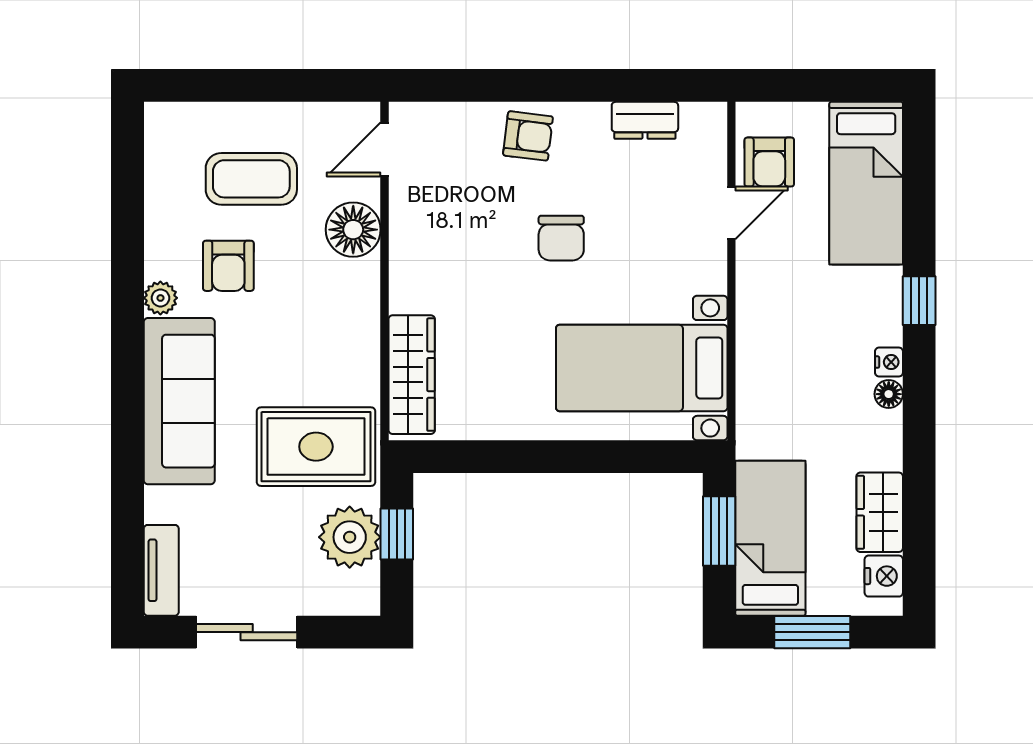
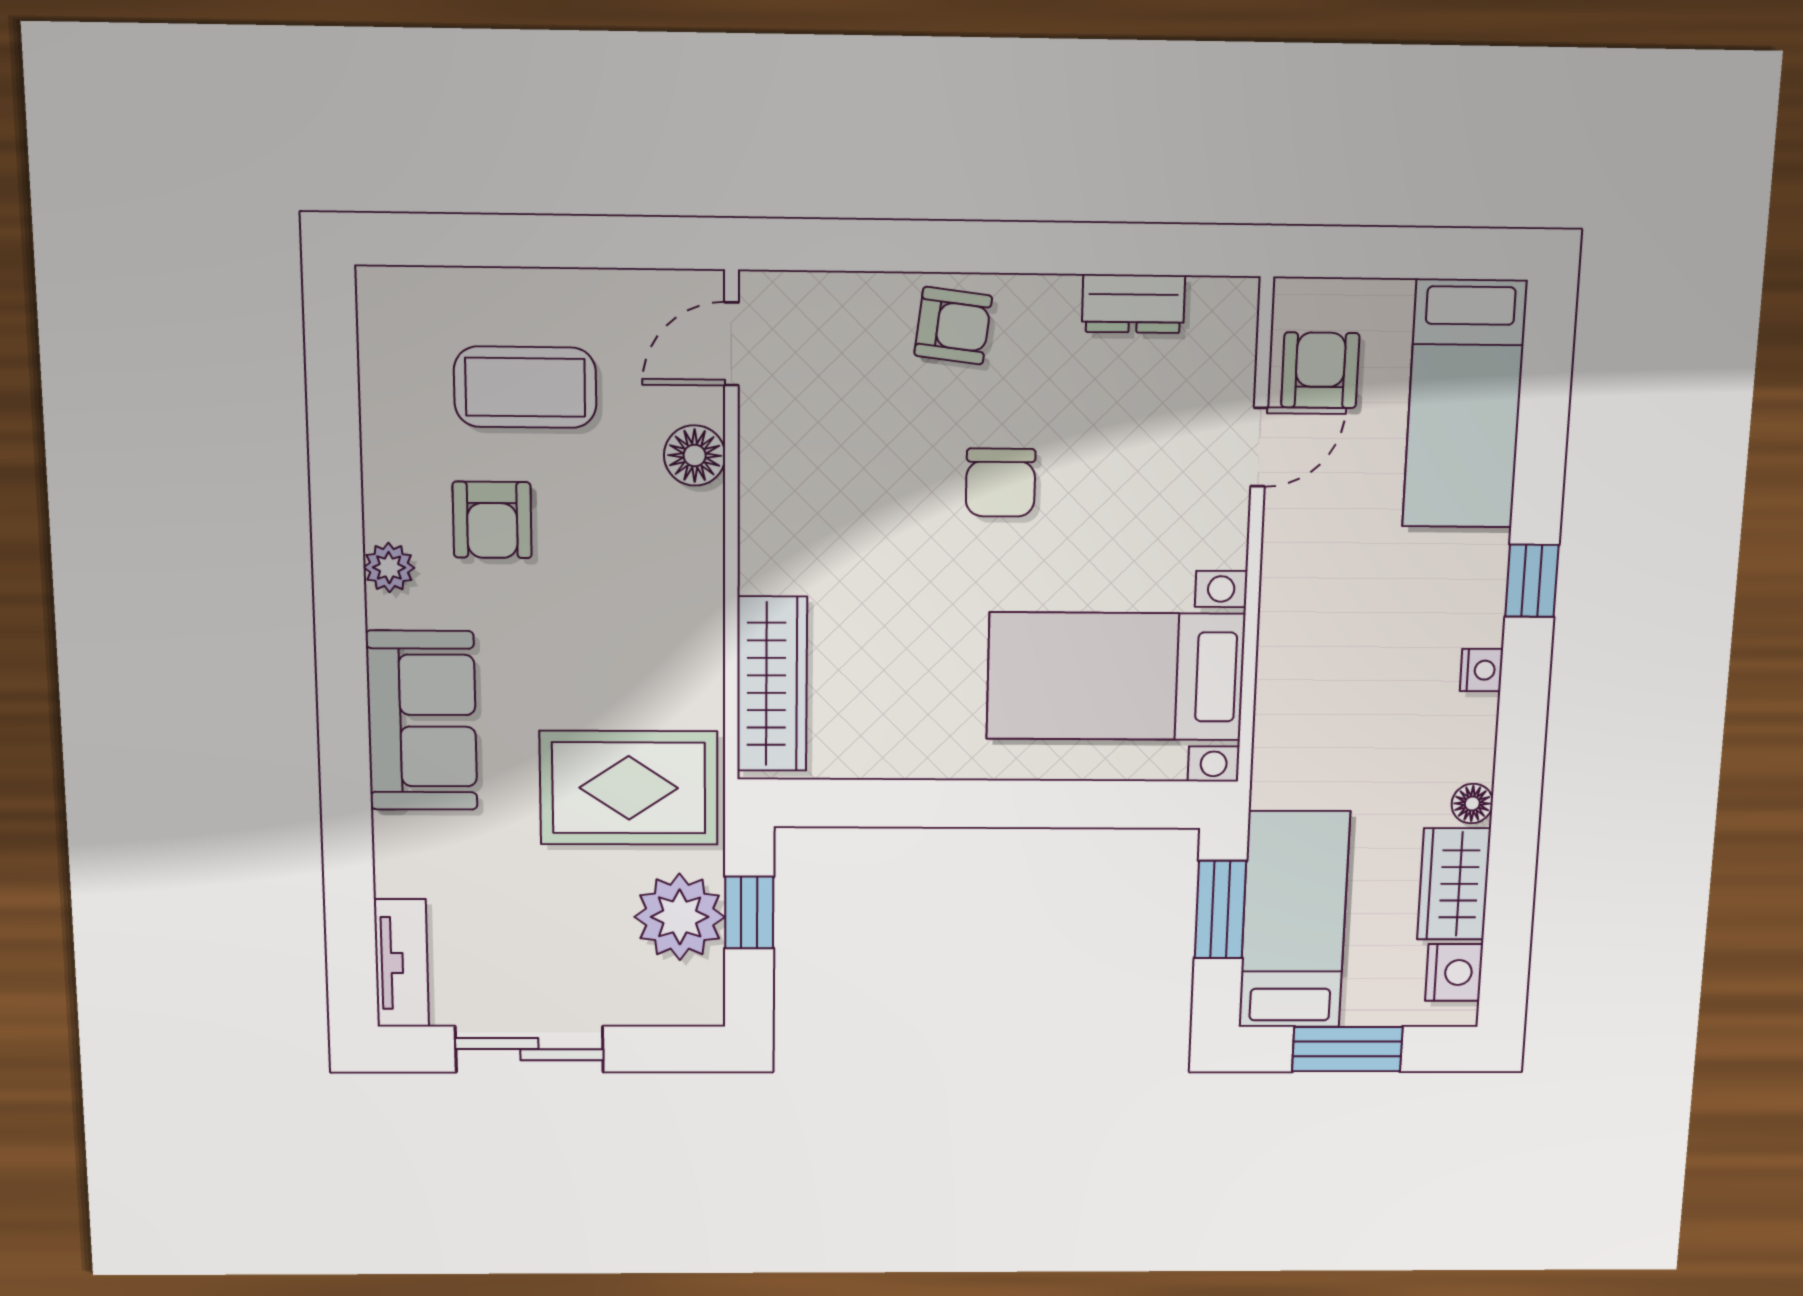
armchair: (769, 162) -> (1320, 370), turned 180
floor lamp: (353, 230) -> (695, 455), width x0.73, depth x0.73
floor lamp: (889, 394) -> (1472, 804), moved
sofa: (179, 401) -> (422, 721), width x0.73

